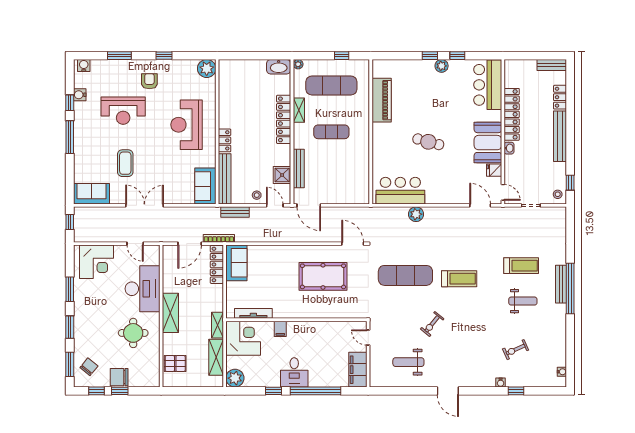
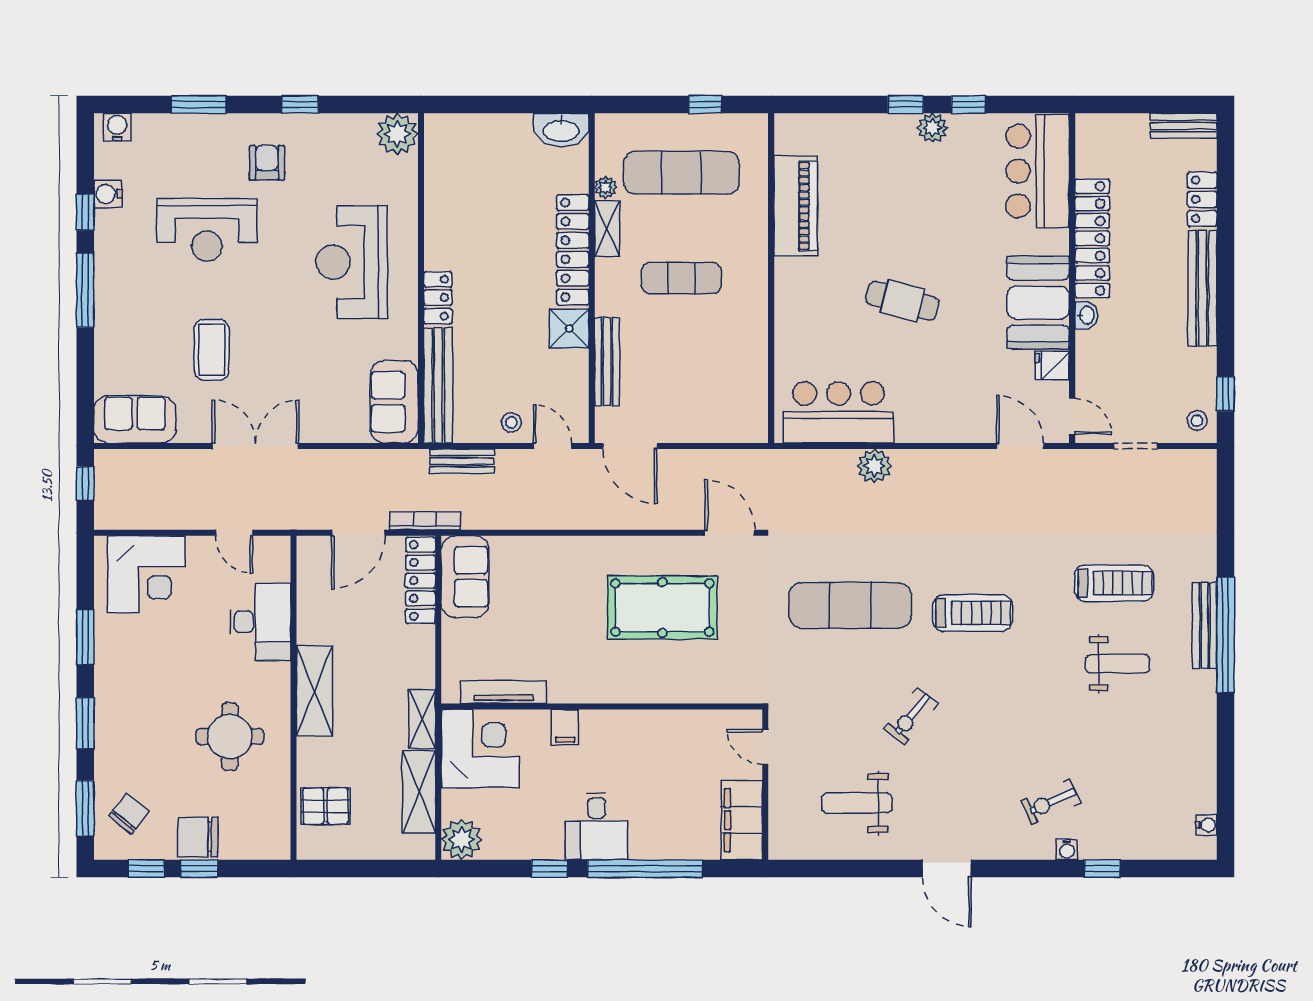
plant: (298, 64) -> (606, 188), moved
shower: (282, 175) -> (569, 329), moved
desk: (143, 289) -> (260, 622), width x0.73, depth x0.77
exercise bike: (516, 350) -> (1051, 802), moved

